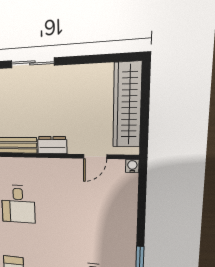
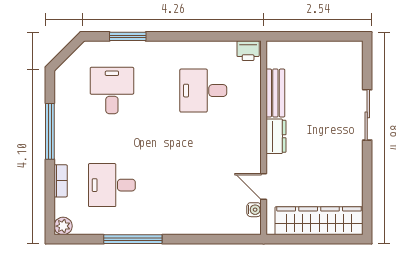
water cooler: (132, 166) -> (254, 210), moved

